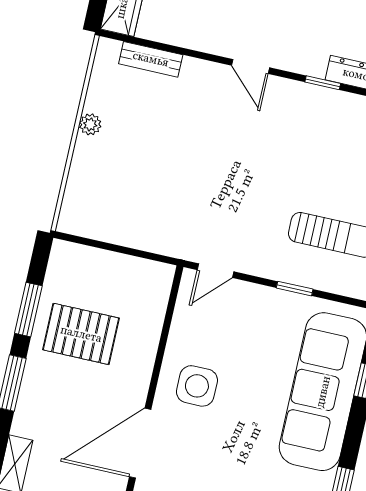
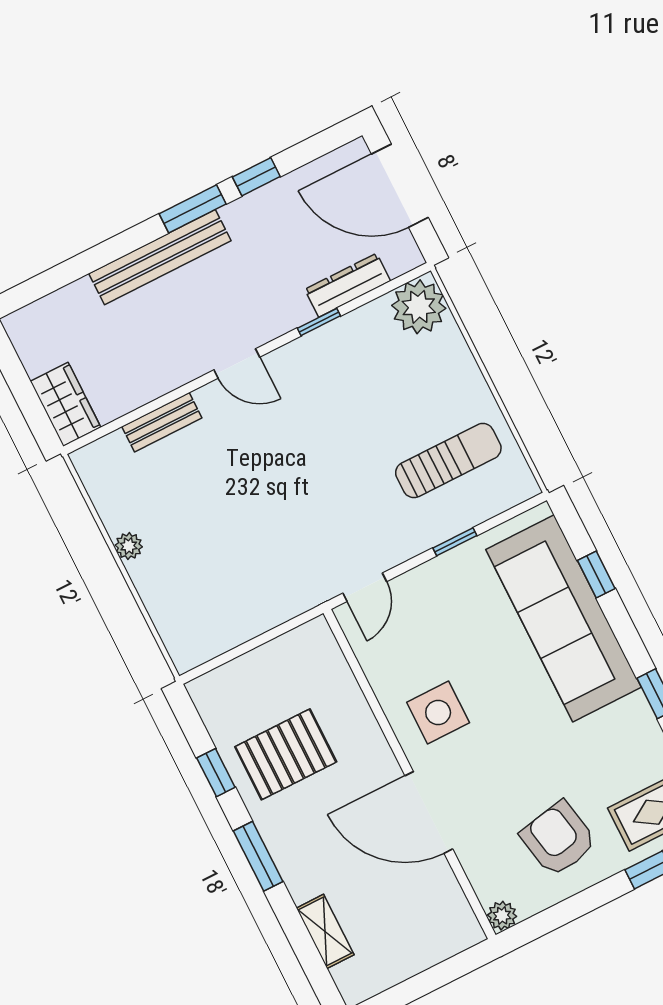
bench: (151, 59) -> (162, 422), moved
window: (28, 310) -> (216, 773), width x0.67
door: (140, 443) -> (429, 812), hinge flipped

